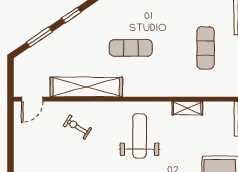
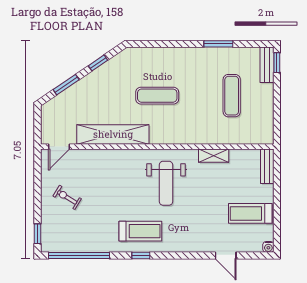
exercise bike: (77, 127) -> (67, 197), moved
weight bench: (140, 136) -> (166, 183), turned 180

